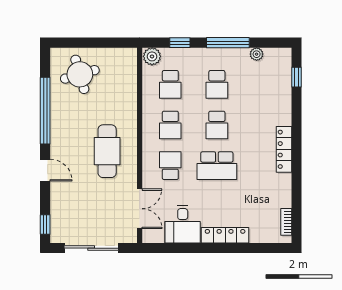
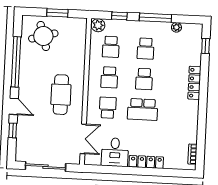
window: (97, 43) -> (57, 13), added
locker: (284, 149) -> (194, 83), moved
window: (45, 224) -> (13, 130), moved

